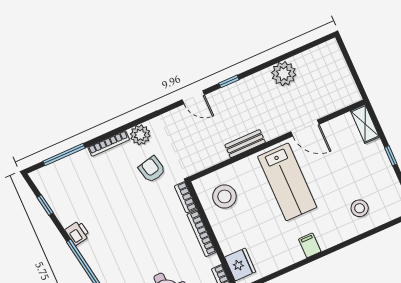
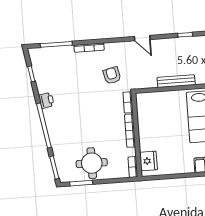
door: (193, 97) -> (142, 38), moved
plant: (140, 135) -> (112, 49), removed
bench: (245, 144) -> (176, 81), width x1.36
stool: (224, 196) -> (154, 111), removed

